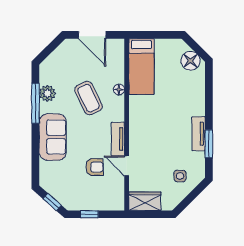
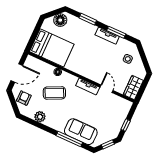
bed: (141, 67) -> (52, 48), width x1.50
window: (209, 97) -> (88, 19), added
window: (35, 103) -> (69, 139), moved
sofa: (53, 137) -> (81, 132), moved
door: (127, 166) -> (107, 89), swing flipped
armchair: (94, 167) -> (24, 98), moved

